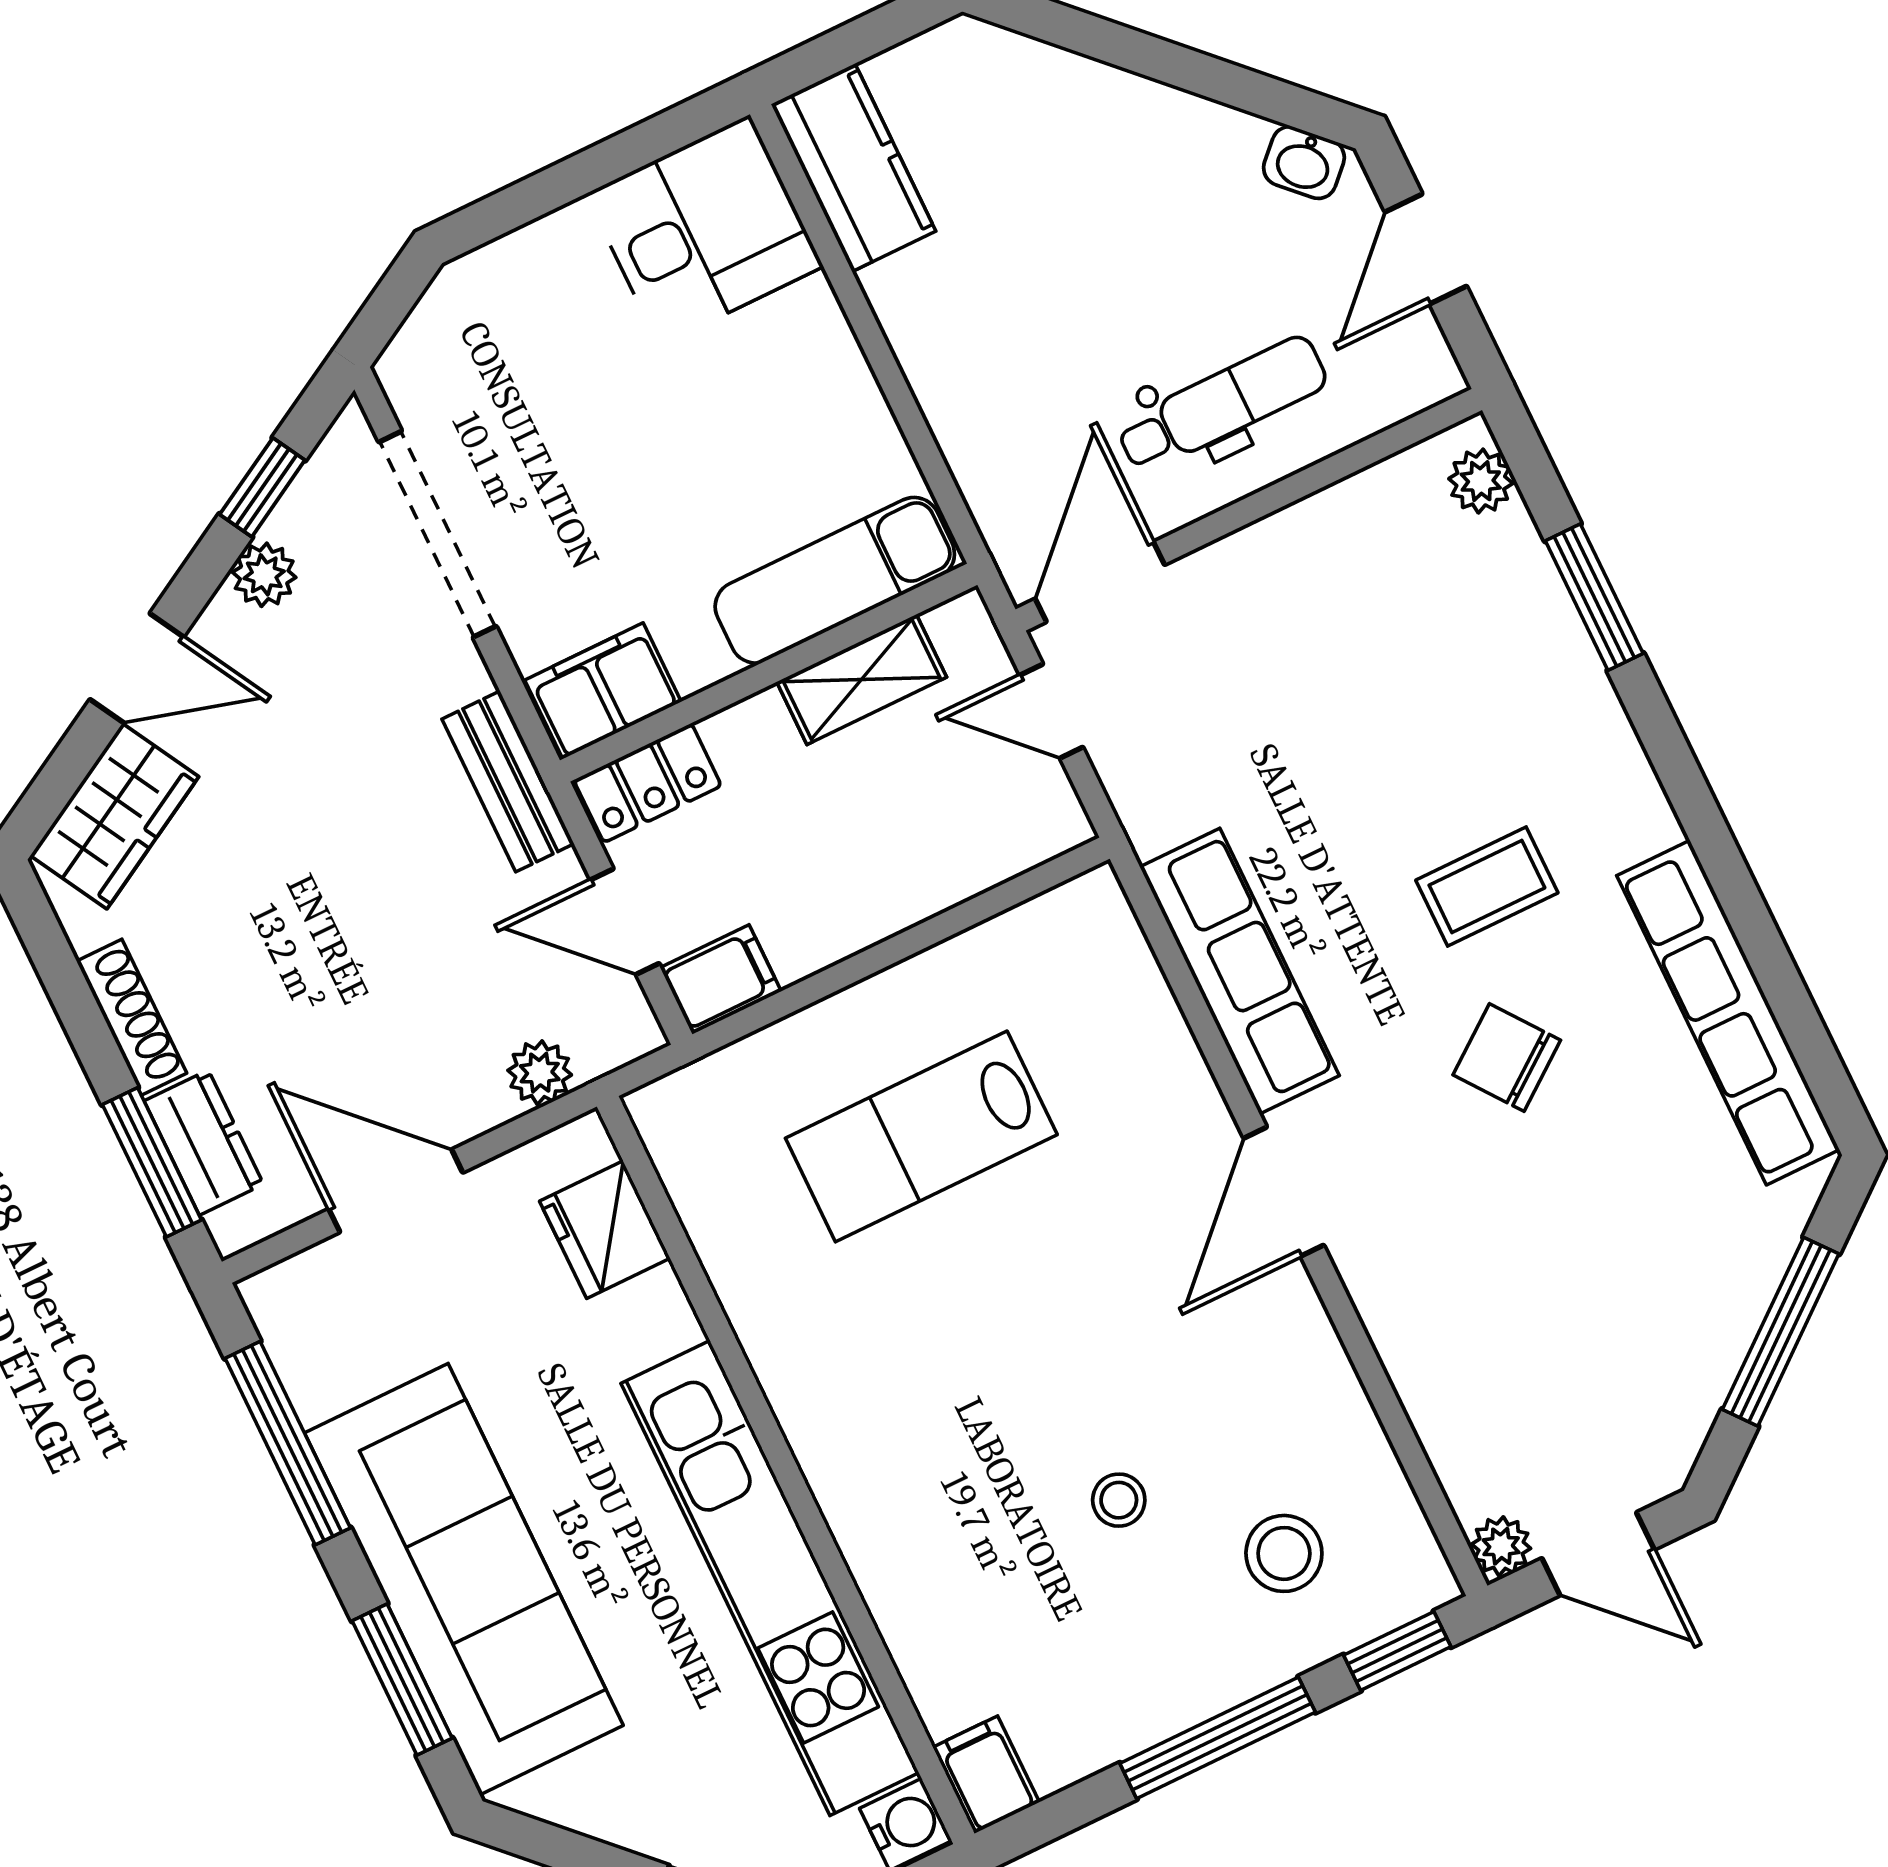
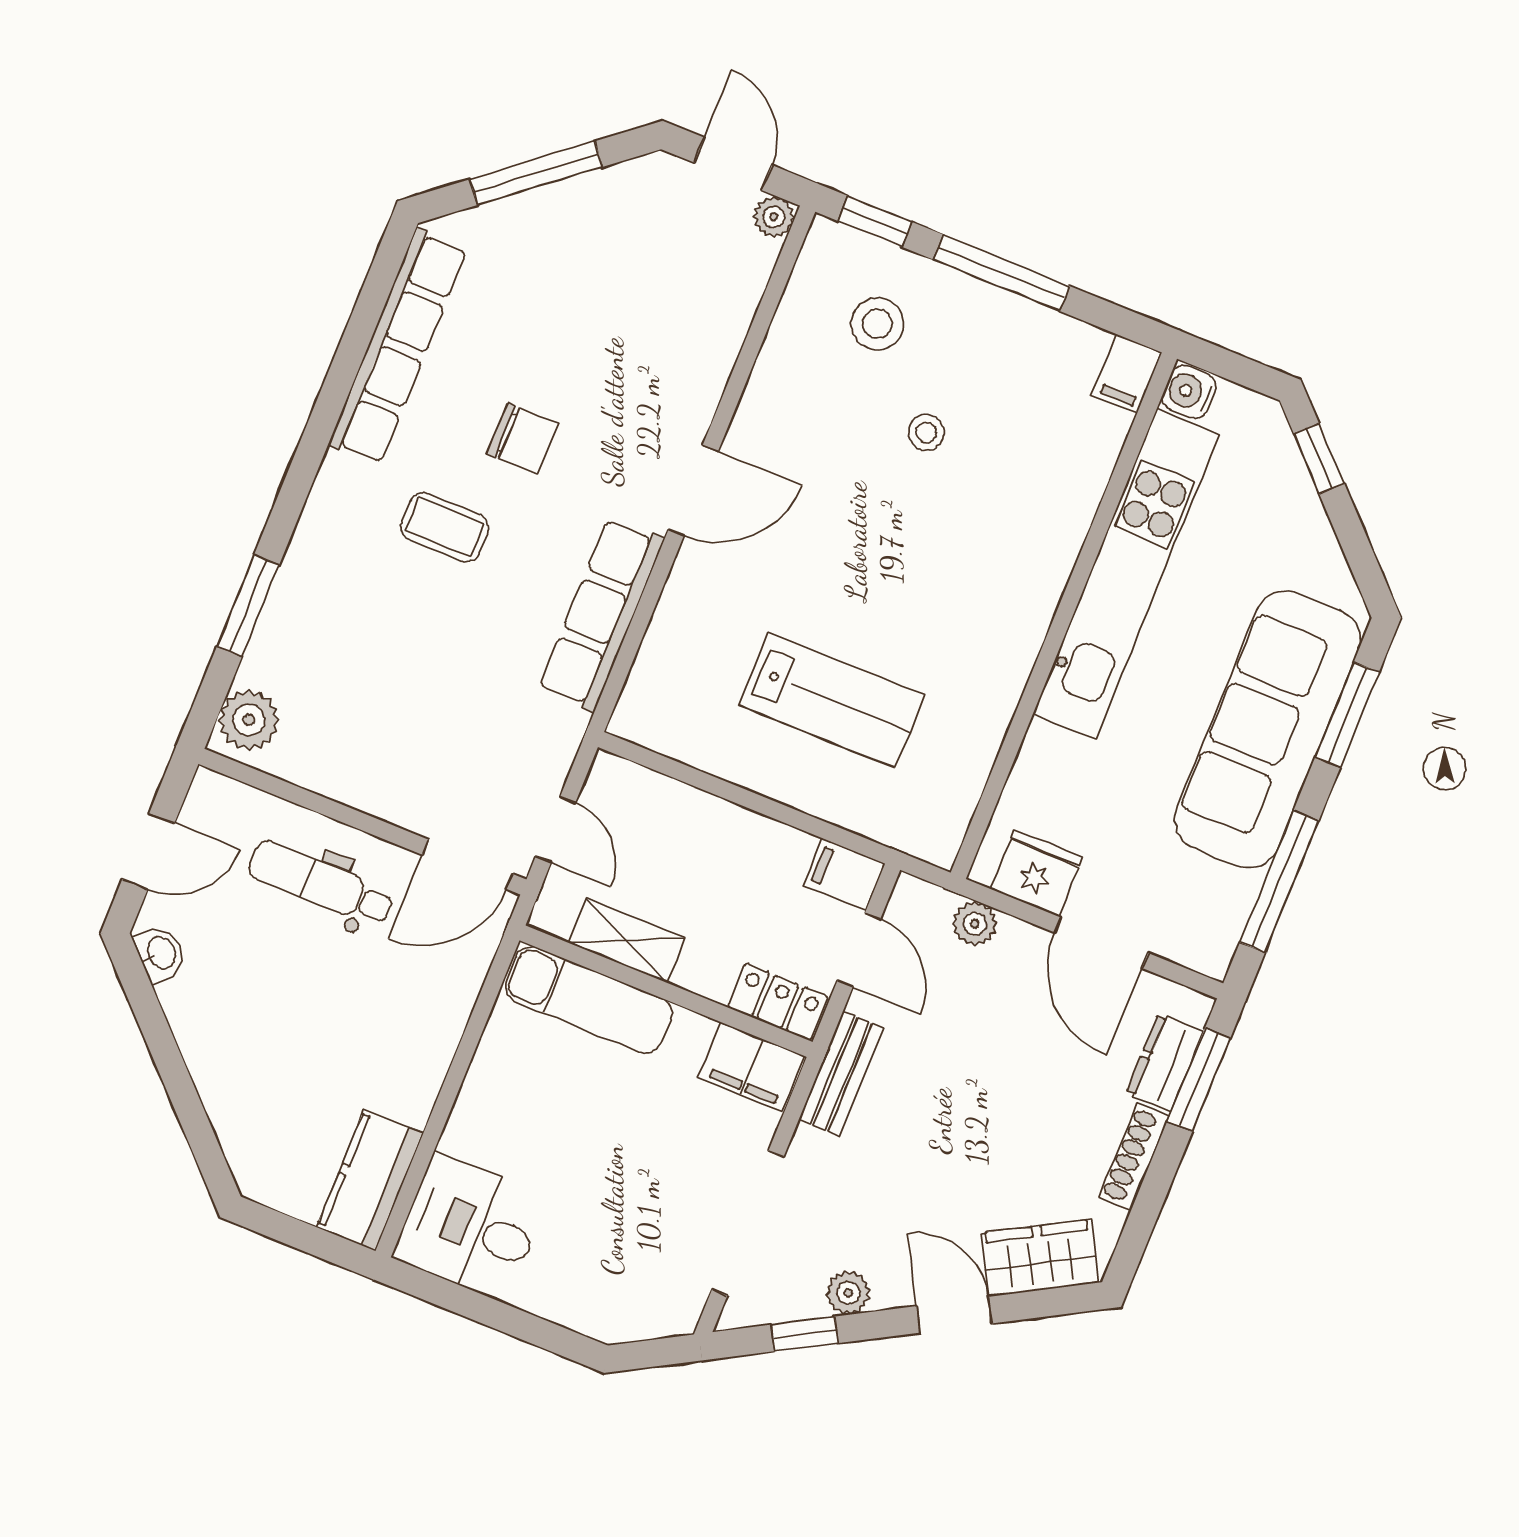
plant: (1481, 481) -> (249, 720), width x1.38, depth x1.38
chair: (1507, 1058) -> (523, 439), turned -53
fridge: (605, 1230) -> (1036, 873), moved, turned -90

